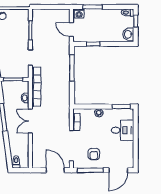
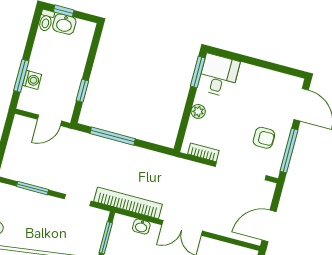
washing machine: (79, 14) -> (32, 80), moved
washbasin: (128, 34) -> (64, 24), moved
desk: (122, 130) -> (219, 75), moved
door: (55, 170) -> (269, 226), moved

